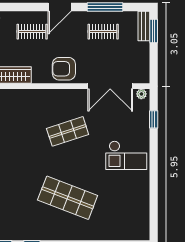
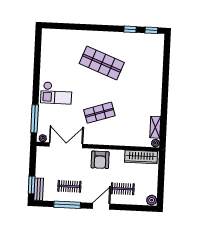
armchair: (64, 69) -> (100, 160), turned 90
window: (154, 119) -> (35, 119), width x2.17
checkout: (126, 155) -> (56, 93), turned 180

